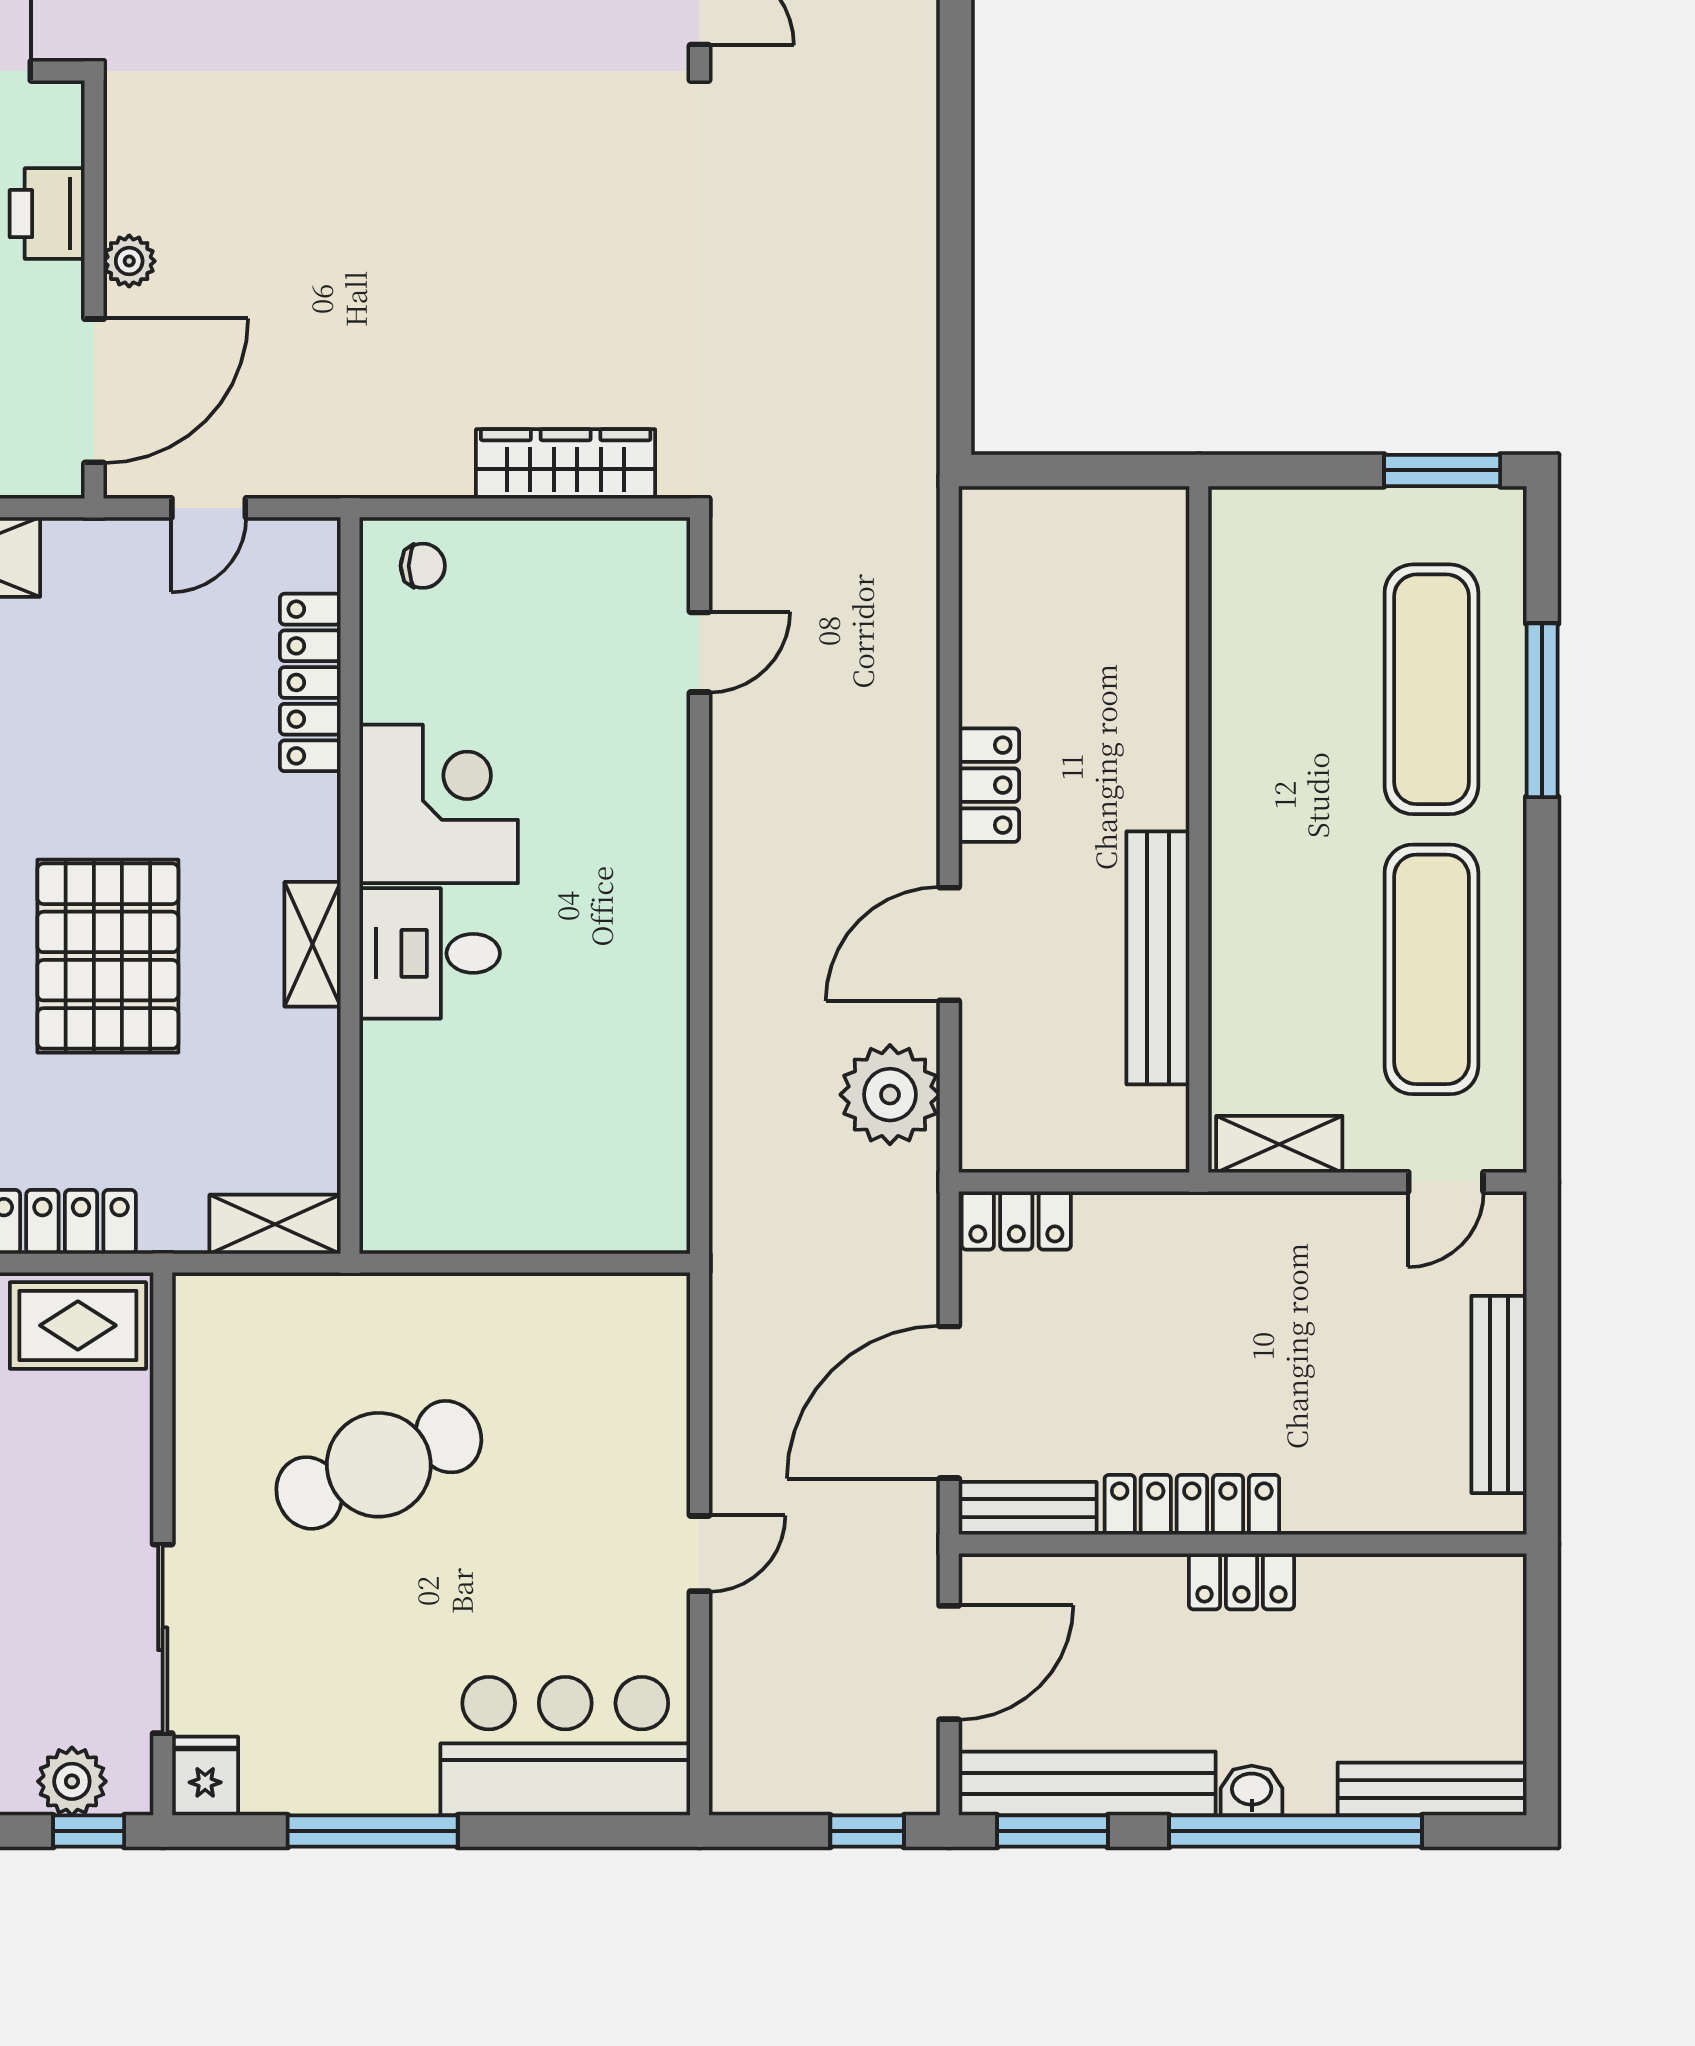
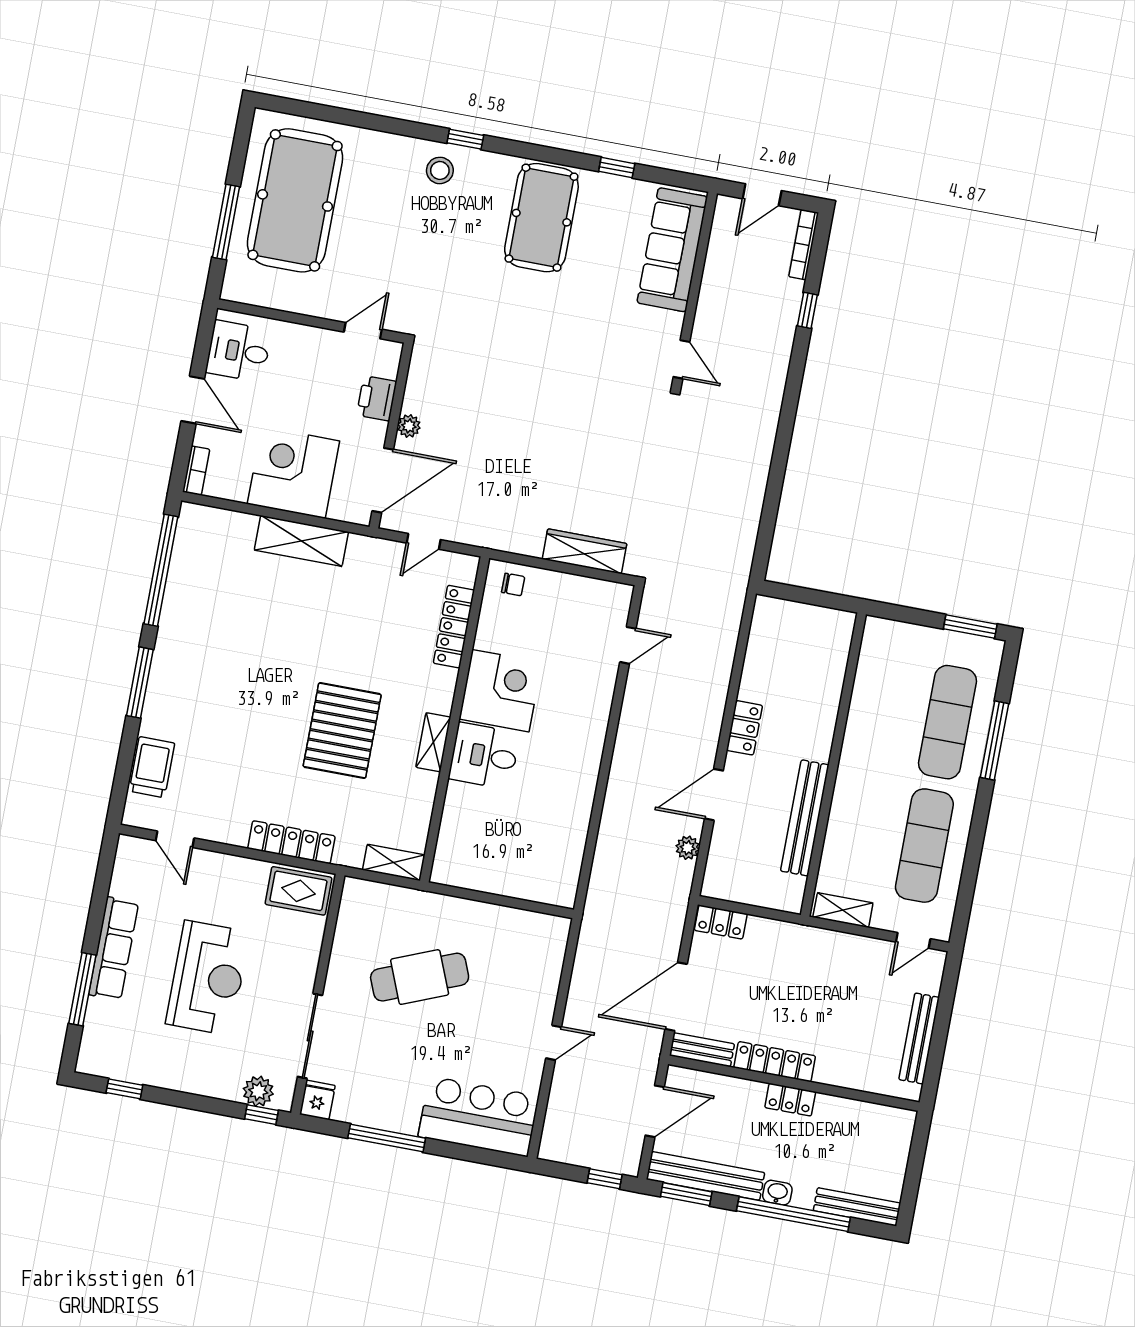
plant: (890, 1095) -> (688, 848), width x0.53, depth x0.53

